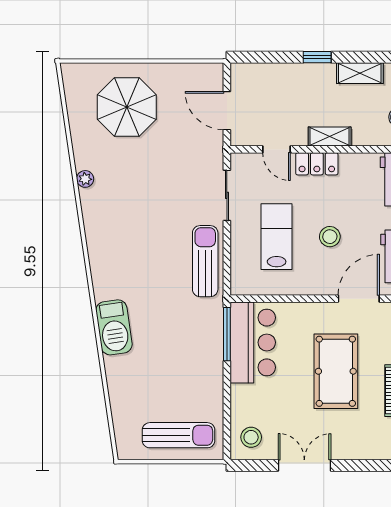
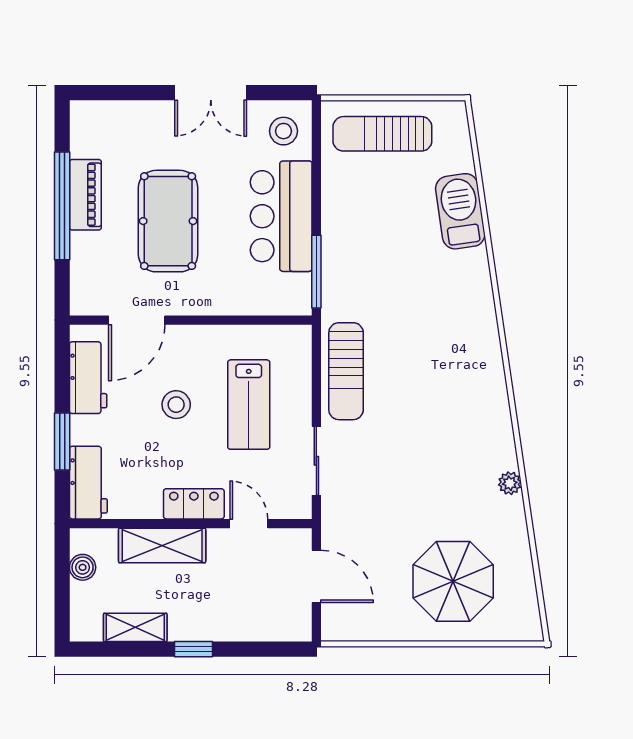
shelving: (330, 137) -> (162, 545), width x1.50, depth x1.33
barbecue: (114, 327) -> (460, 211), moved
bar counter: (253, 342) -> (281, 216), moved

